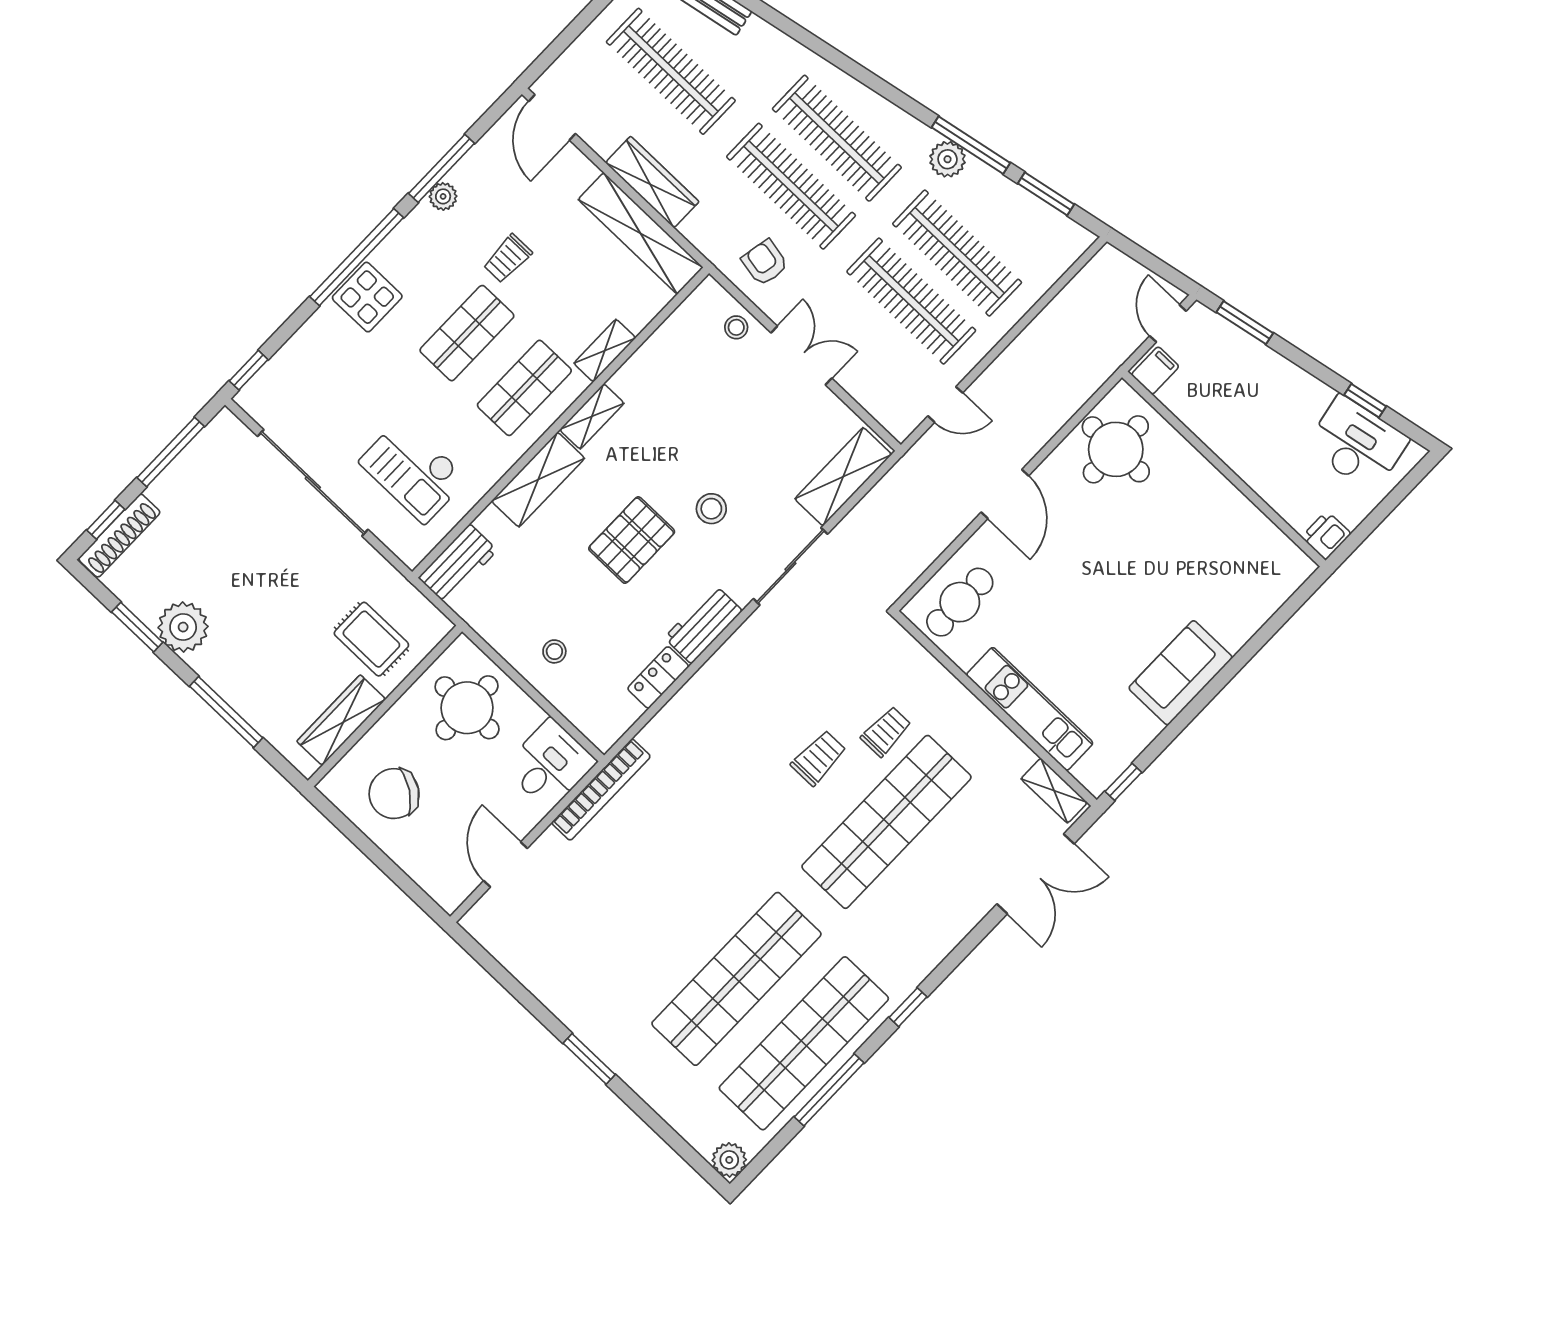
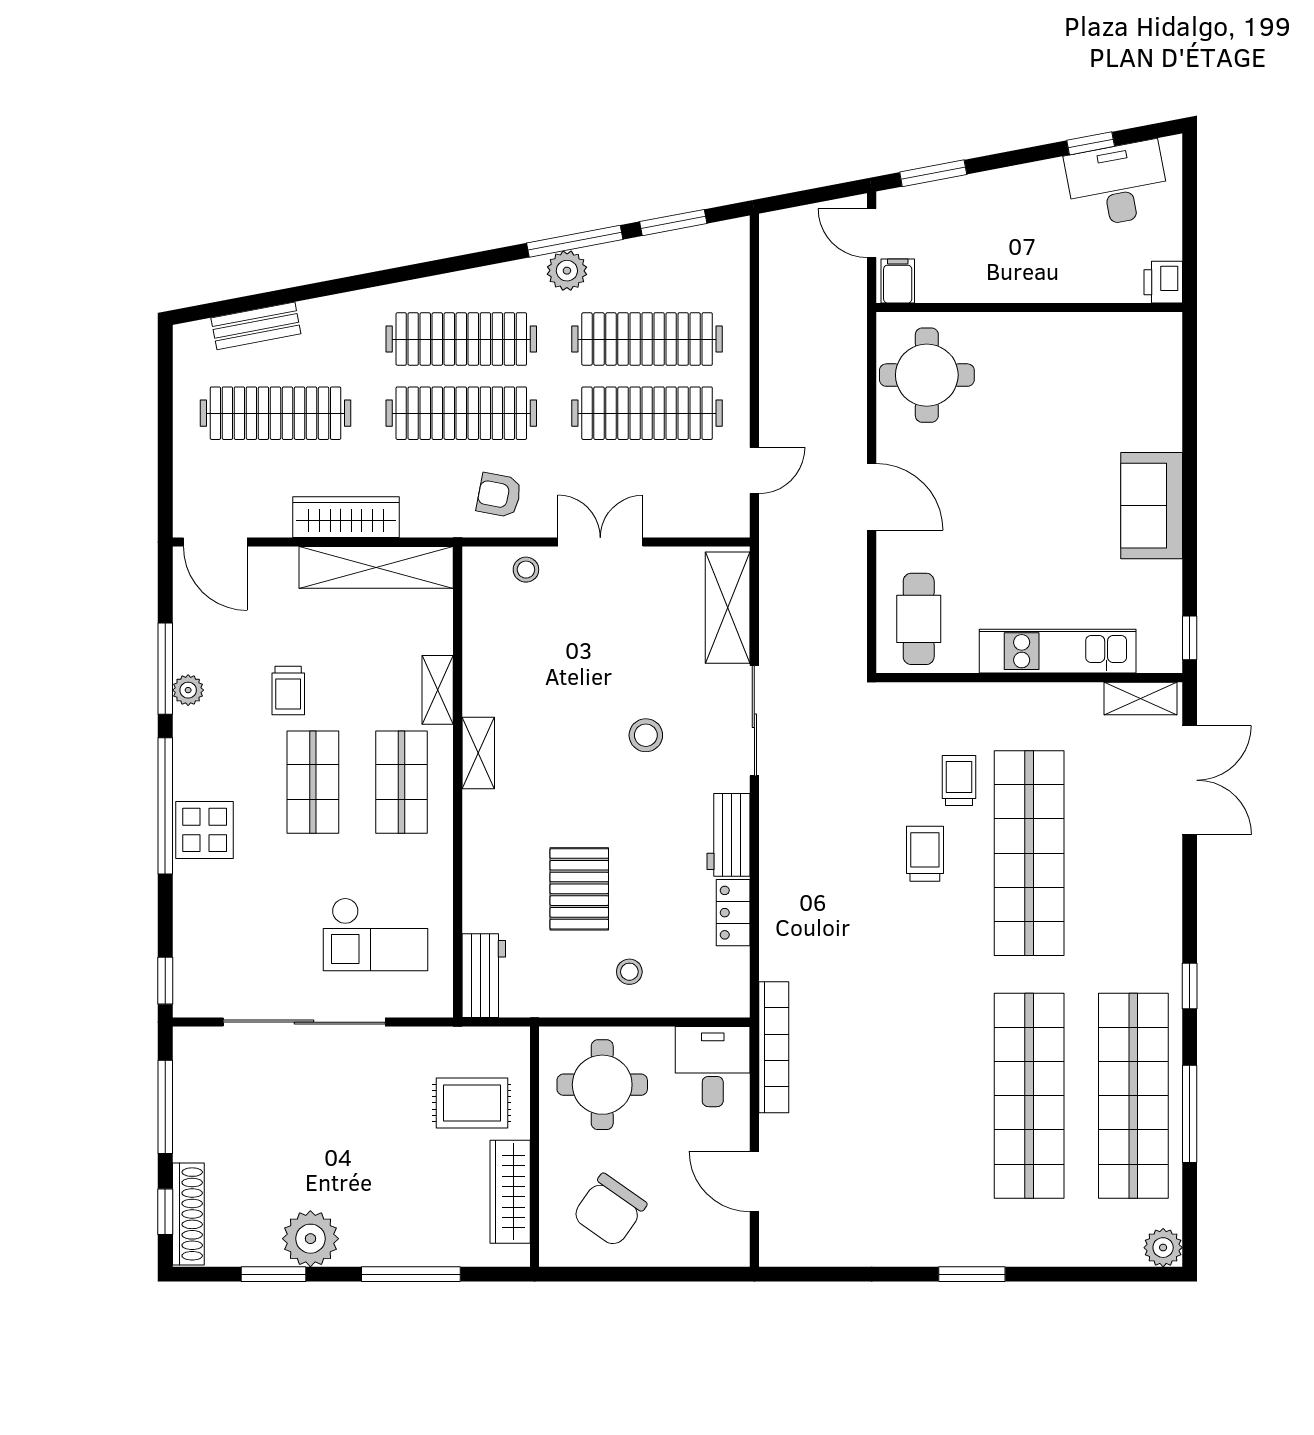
shelving: (538, 480) -> (483, 846), removed
pallet: (632, 540) -> (579, 889), moved

